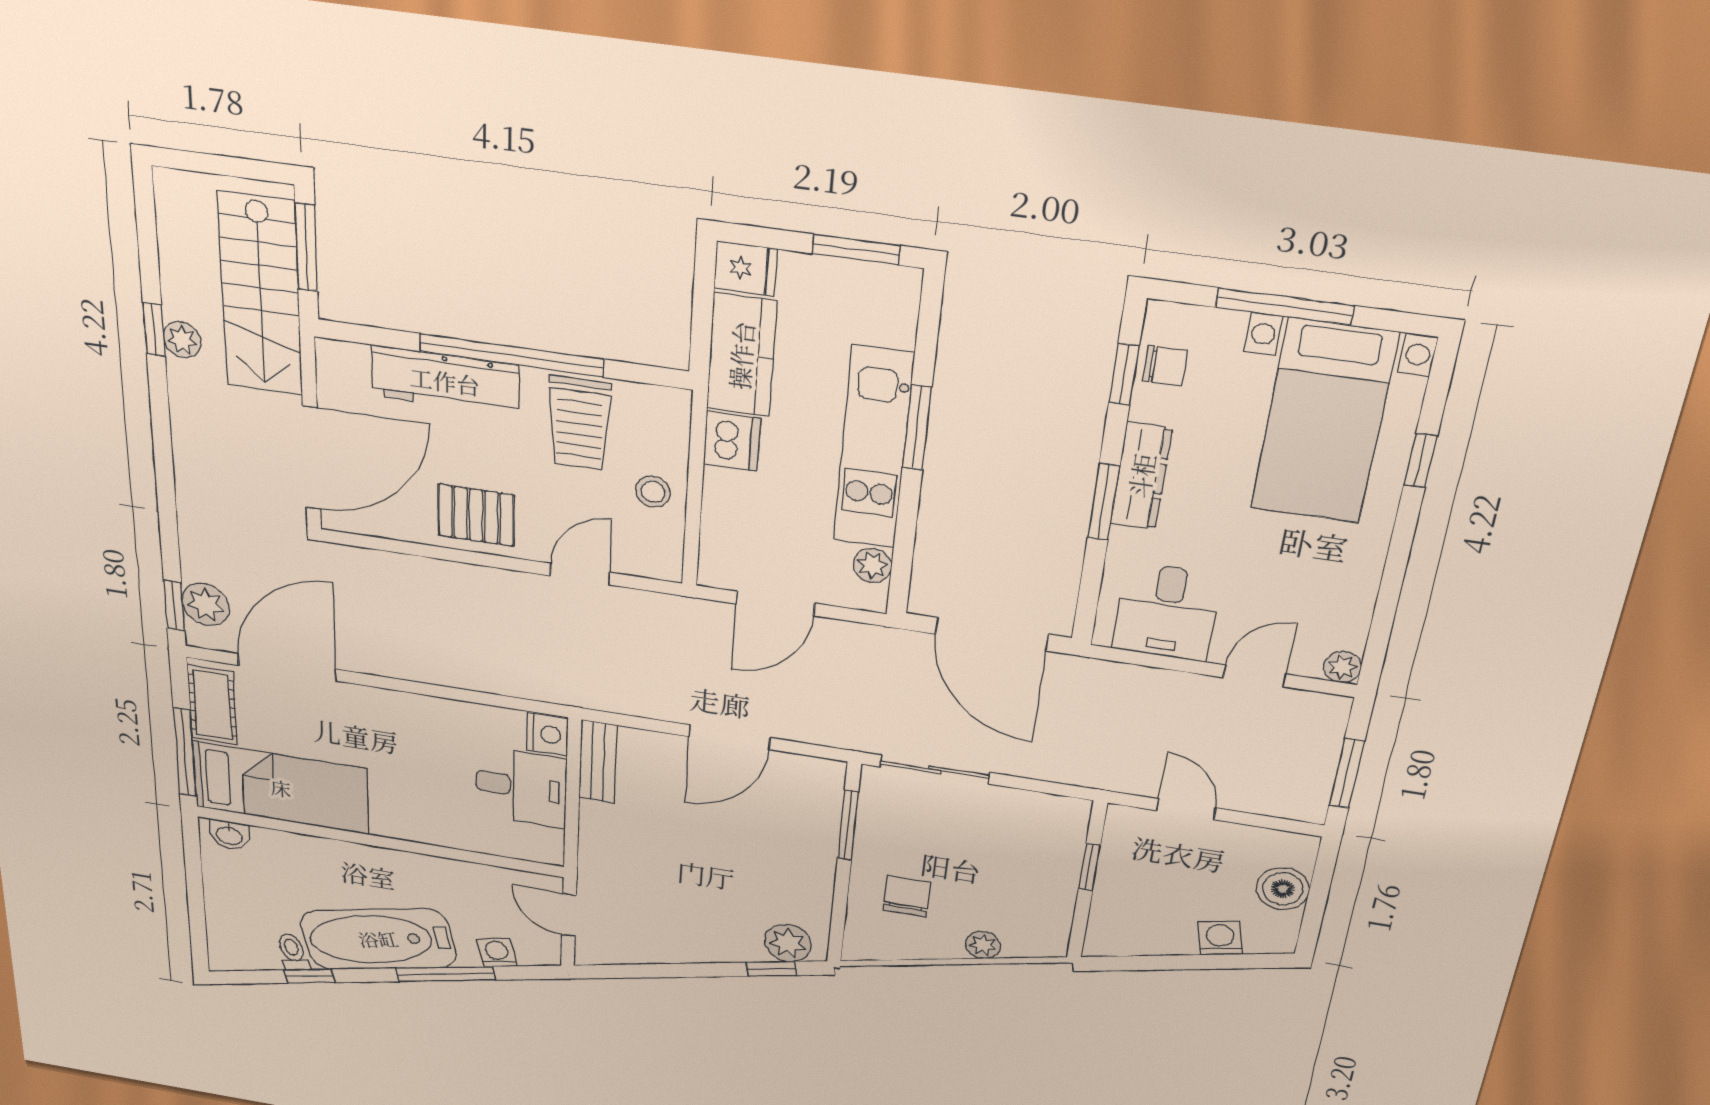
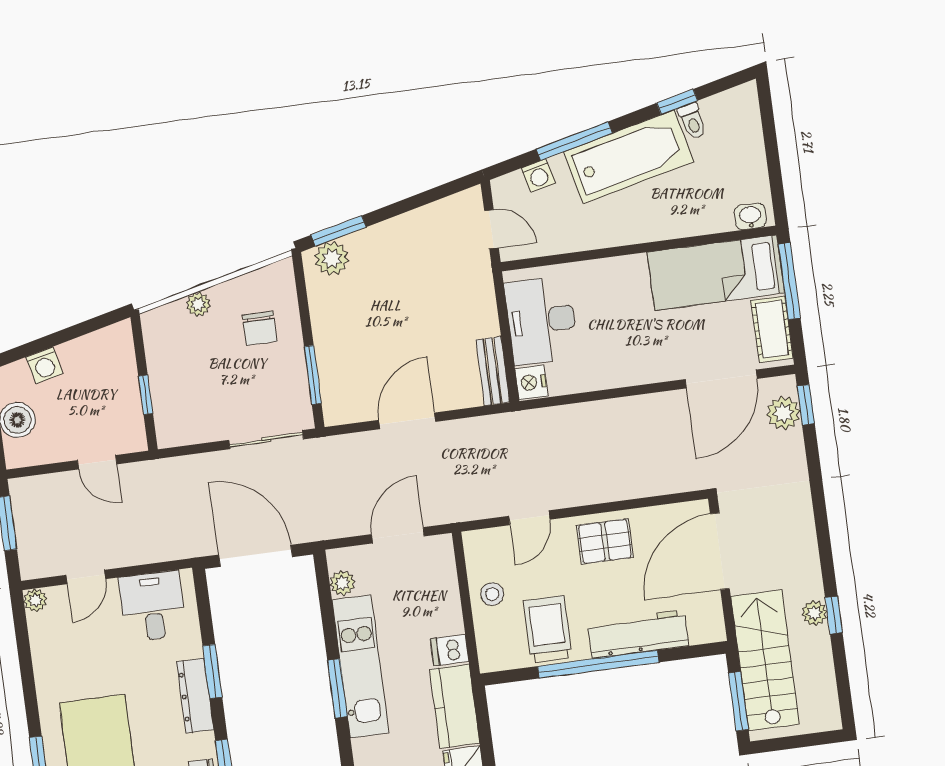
dishwasher: (732, 441) -> (450, 650), width x0.73
desk: (521, 787) -> (541, 320), width x1.37
window: (771, 969) -> (339, 231), width x1.50

